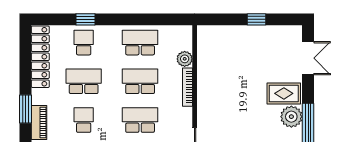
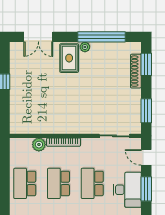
double door: (308, 58) -> (38, 37), swing flipped
plant: (291, 117) -> (85, 47), width x0.53, depth x0.53

